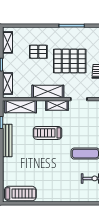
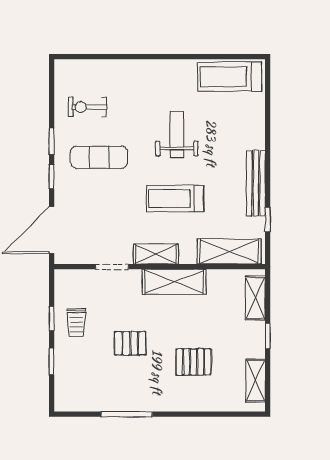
pallet: (70, 61) -> (130, 343), width x0.49, depth x0.50
treadmill: (48, 133) -> (175, 199), turned 180
weight bench: (47, 165) -> (177, 135), added

